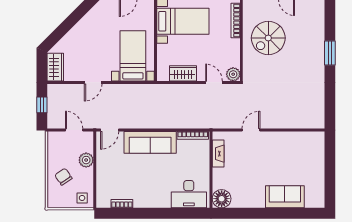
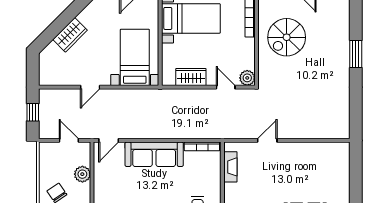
wardrobe: (55, 67) -> (70, 35), moved, turned 45

